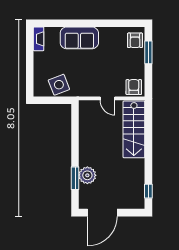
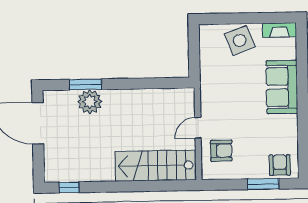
armchair: (135, 40) -> (280, 165), turned 90
side table: (59, 85) -> (240, 40), moved
armchair: (134, 87) -> (221, 151), moved

